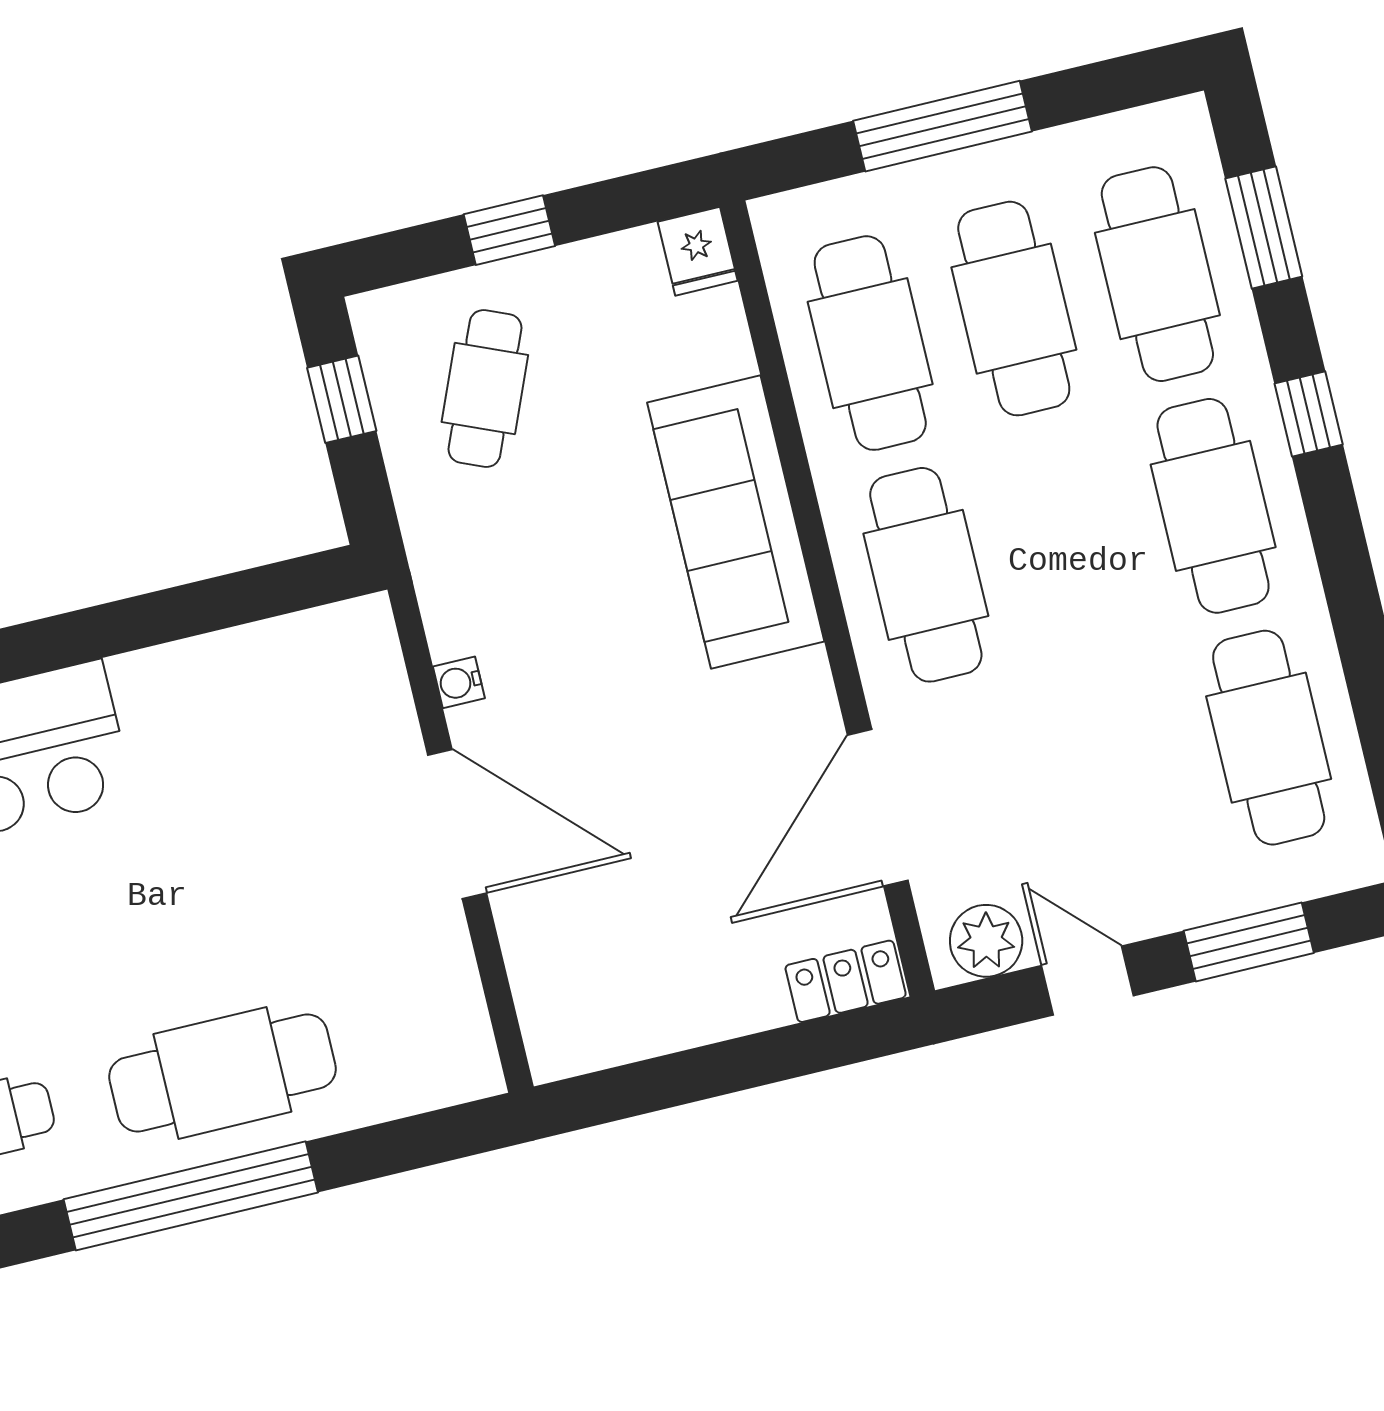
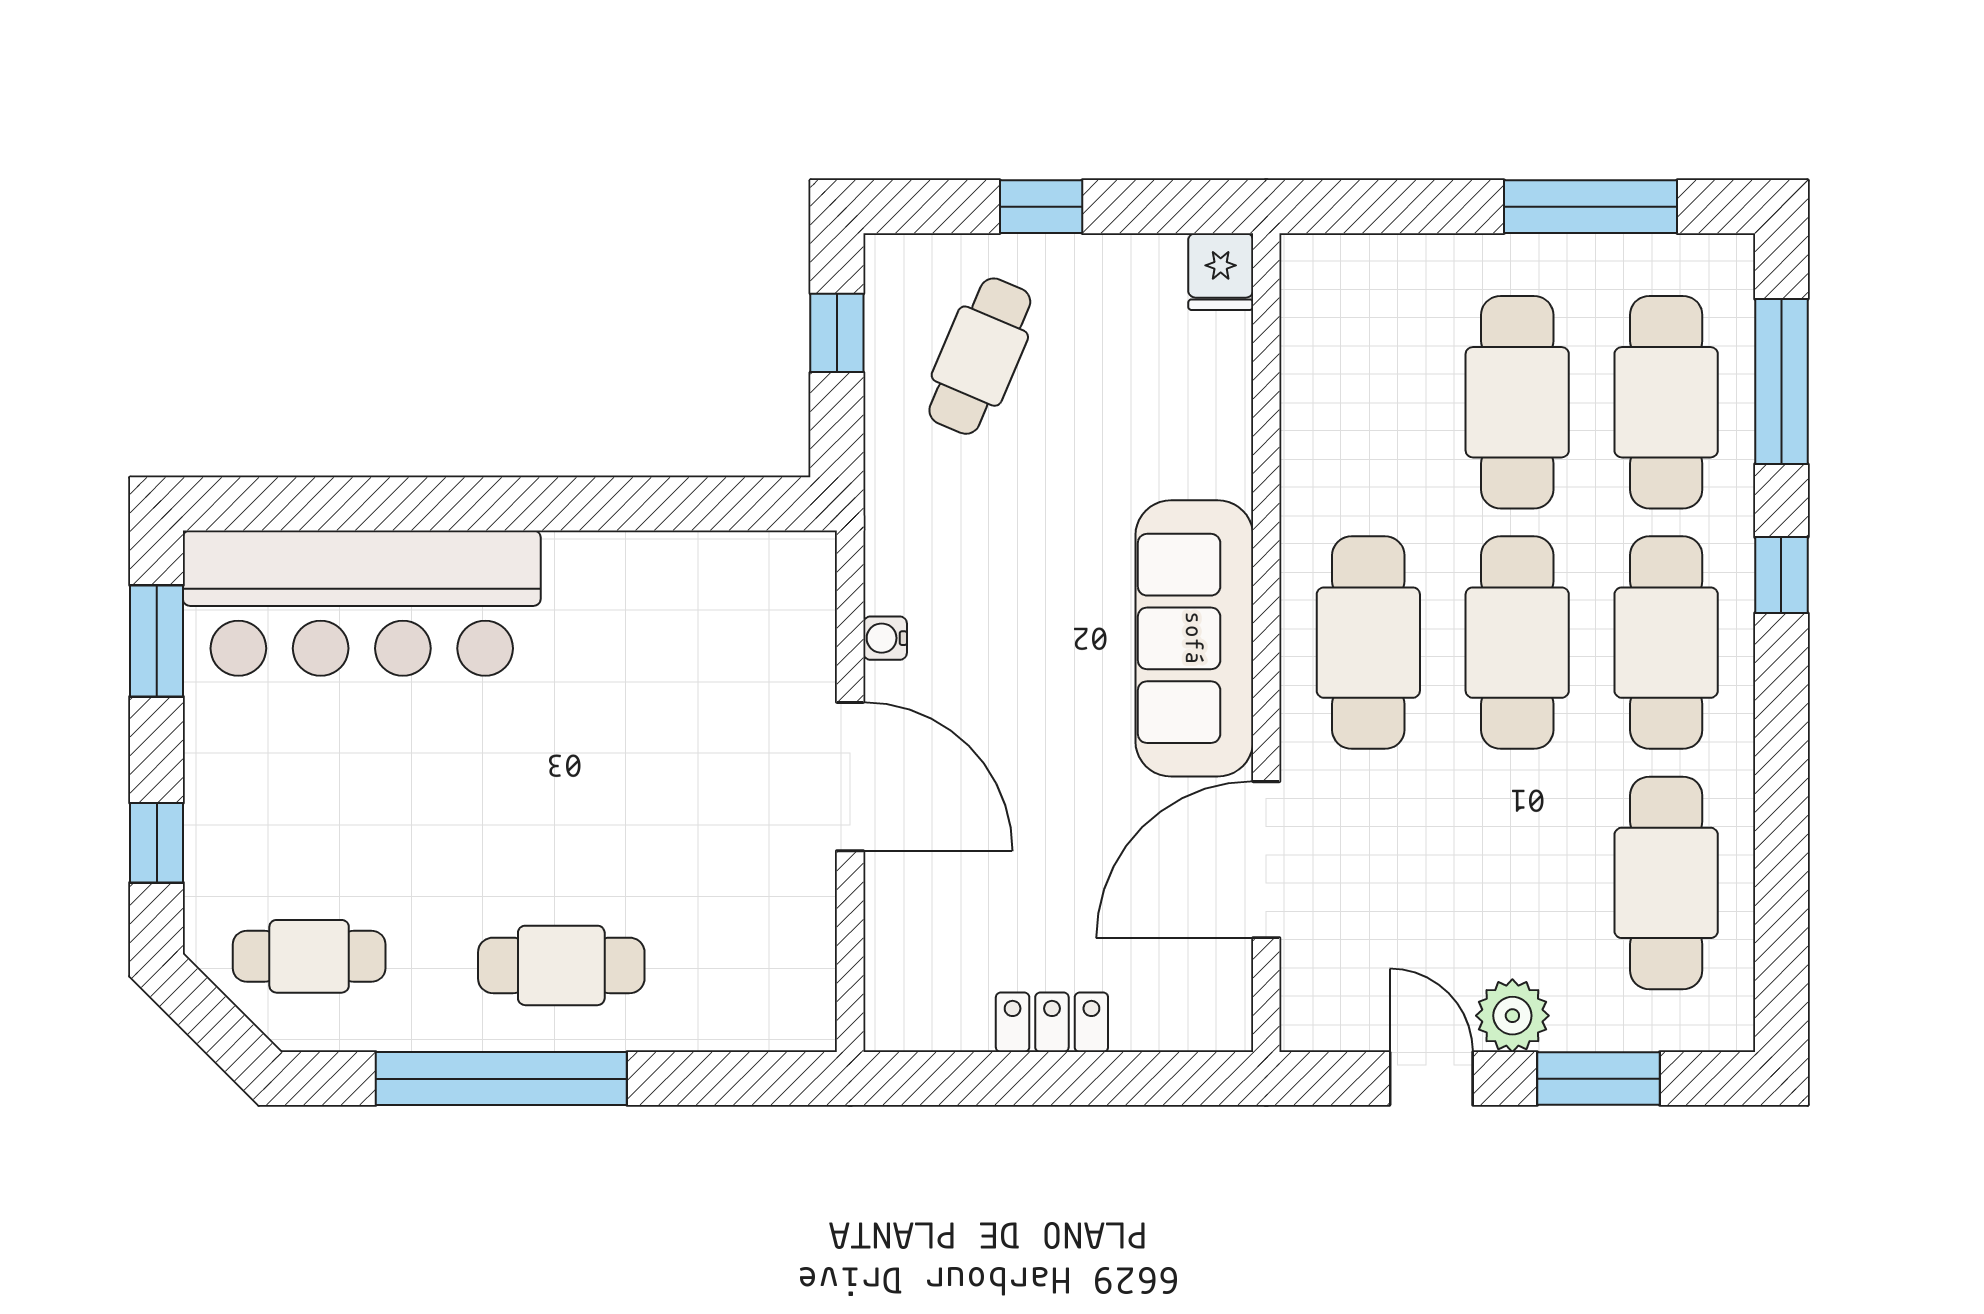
window: (942, 126) -> (1591, 207), moved
window: (1264, 227) -> (1781, 382), width x1.44
cafe table: (870, 343) -> (1517, 643), moved
sofa: (736, 522) -> (1194, 638), moved
plant: (986, 941) -> (1512, 1016), moved
locker: (846, 981) -> (1052, 1022), moved
cafe table: (222, 1073) -> (561, 965), width x0.73, depth x0.74

